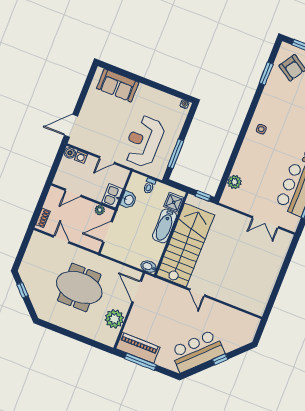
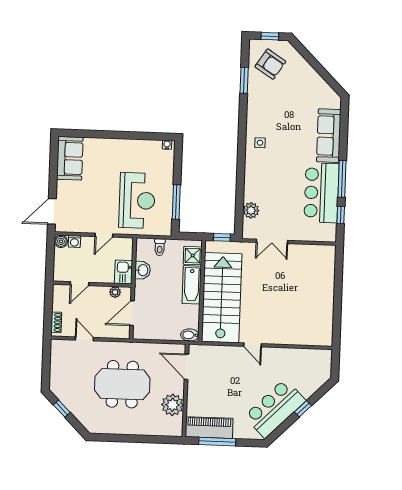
sofa: (118, 85) -> (70, 158), moved, turned -90
reception desk: (144, 141) -> (137, 200), turned 180
double door: (265, 222) -> (272, 241), moved

